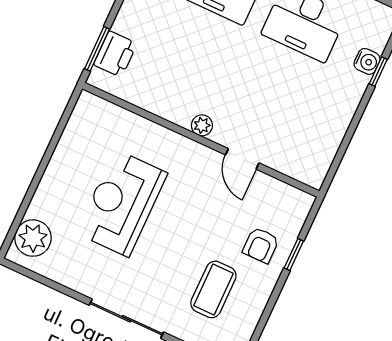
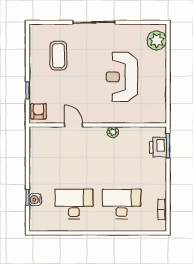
plant: (202, 125) -> (113, 132), moved
reception desk: (122, 203) -> (122, 77), turned 180
armchair: (261, 245) -> (39, 111), moved

